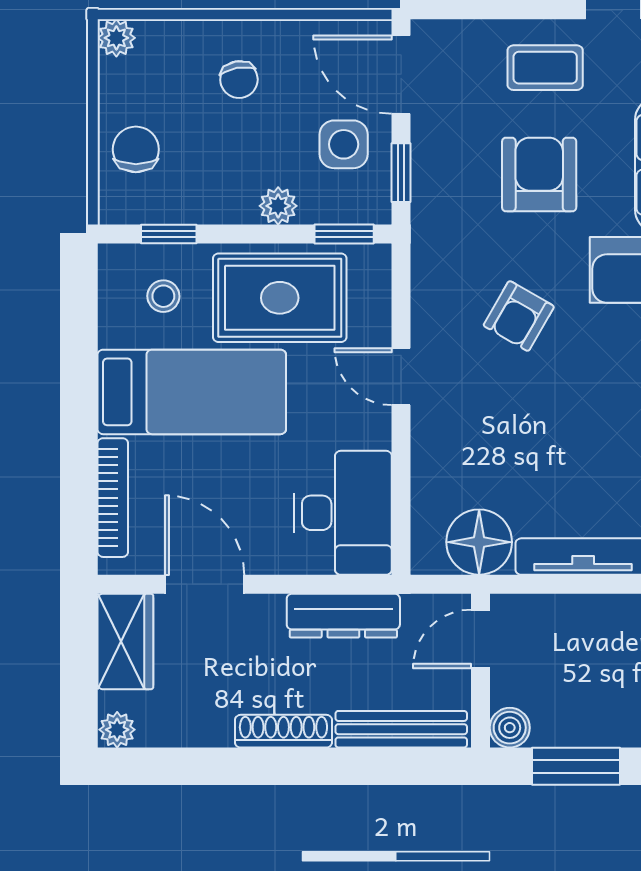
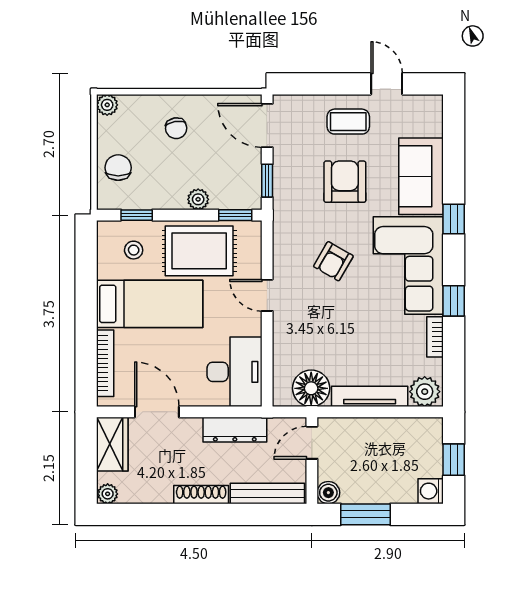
side table: (344, 144) -> (235, 165), removed

